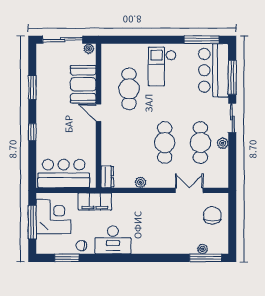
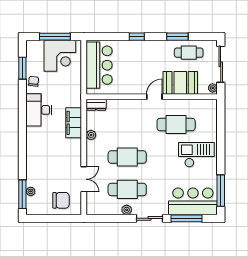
cafe table: (50, 75) -> (189, 53), added
filing cabinet: (95, 202) -> (74, 123), moved

